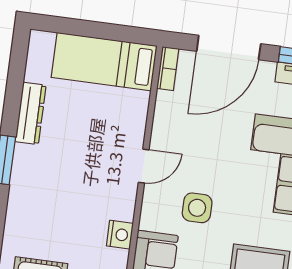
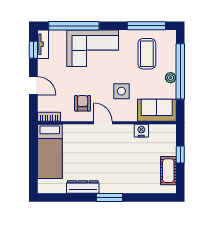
door: (229, 48) -> (33, 86), width x0.53
armchair: (184, 134) -> (83, 103), added

